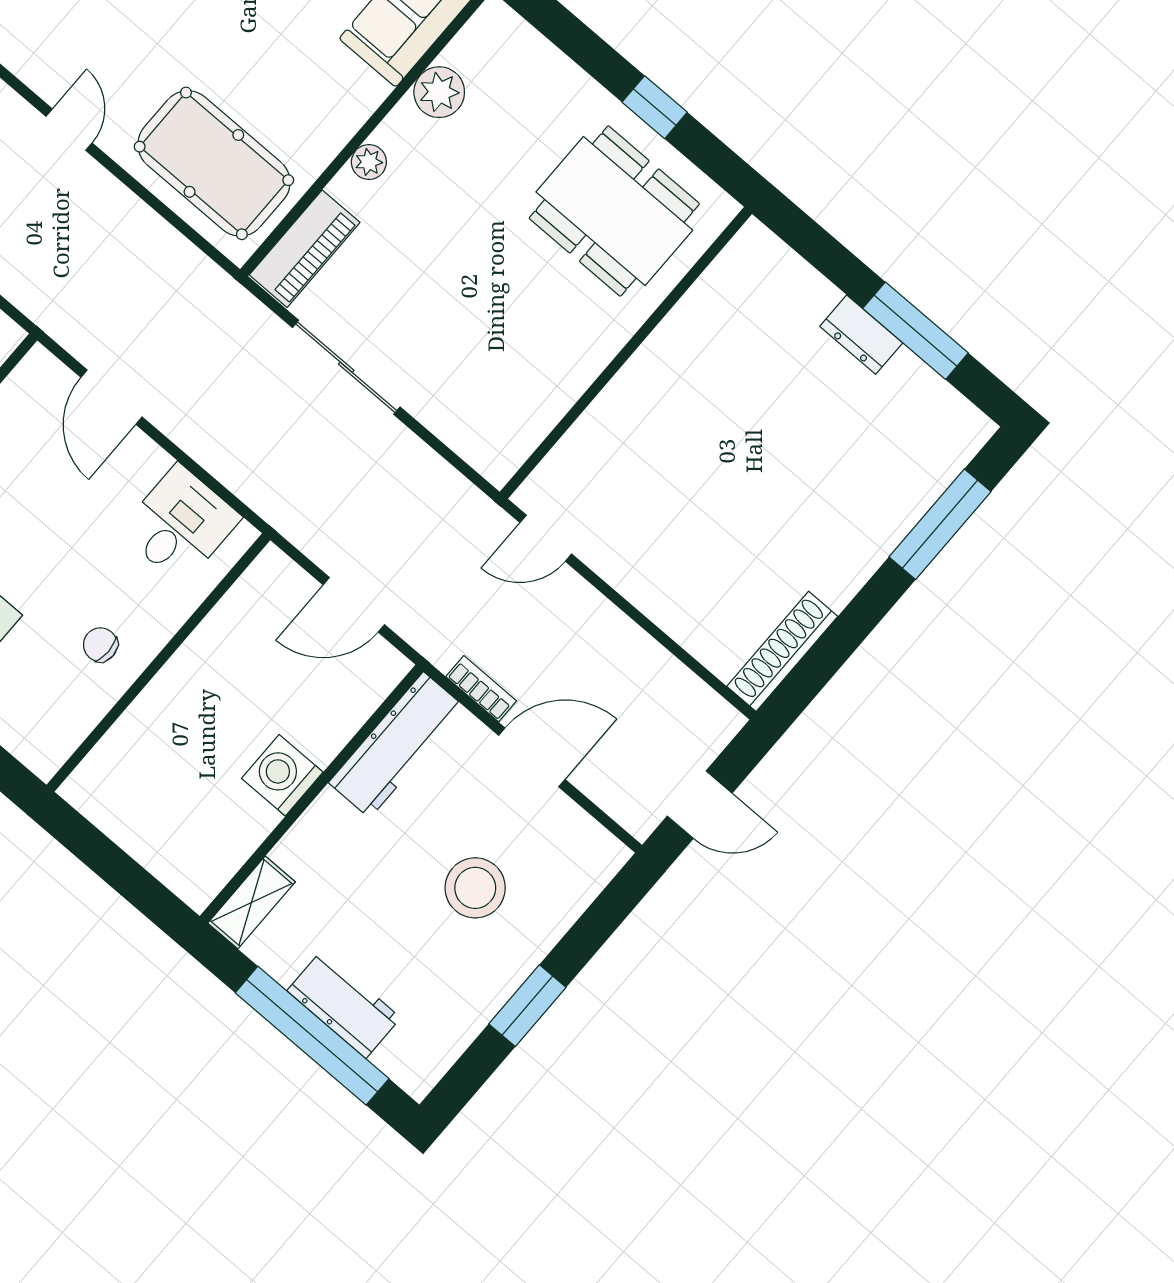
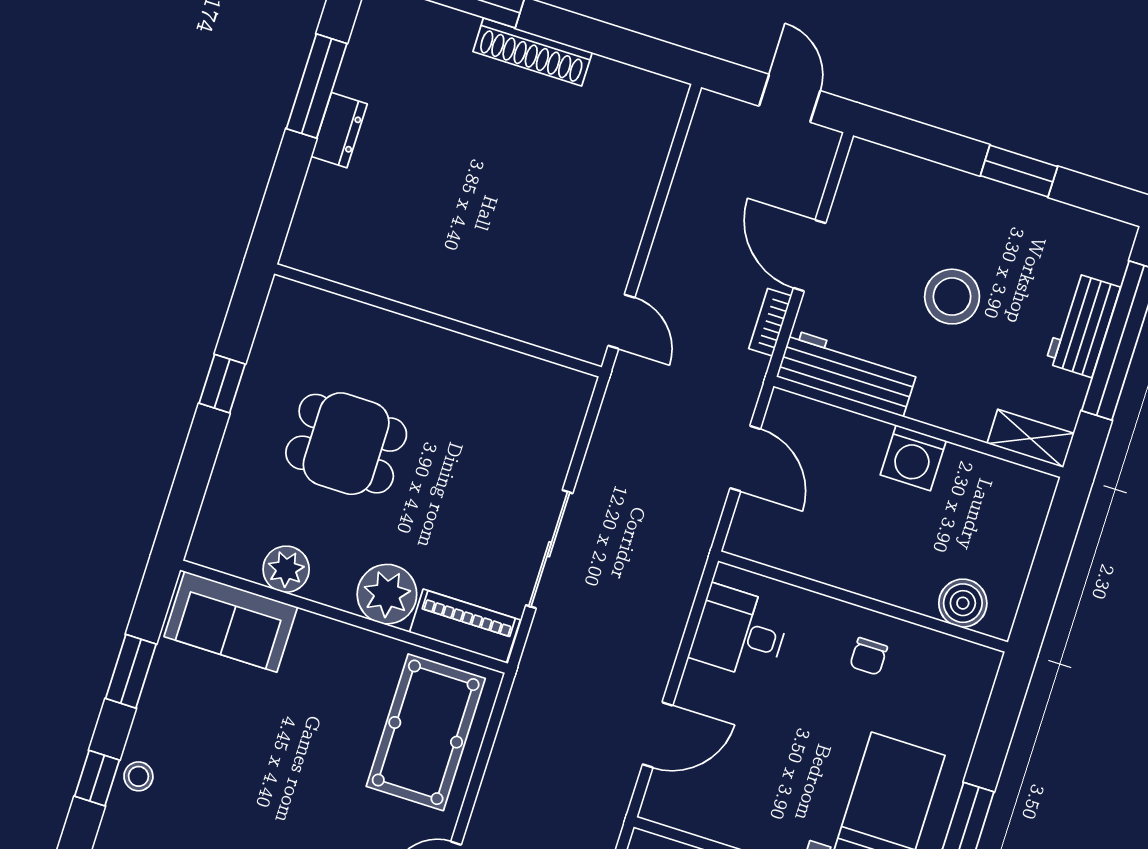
plant: (369, 162) -> (387, 594), width x1.88, depth x1.88
dining table: (614, 211) -> (346, 444), moved, width x0.73
shoe rack: (782, 651) -> (533, 52), moved
boiler: (114, 763) -> (963, 603), added
stool: (475, 888) -> (952, 297), moved

